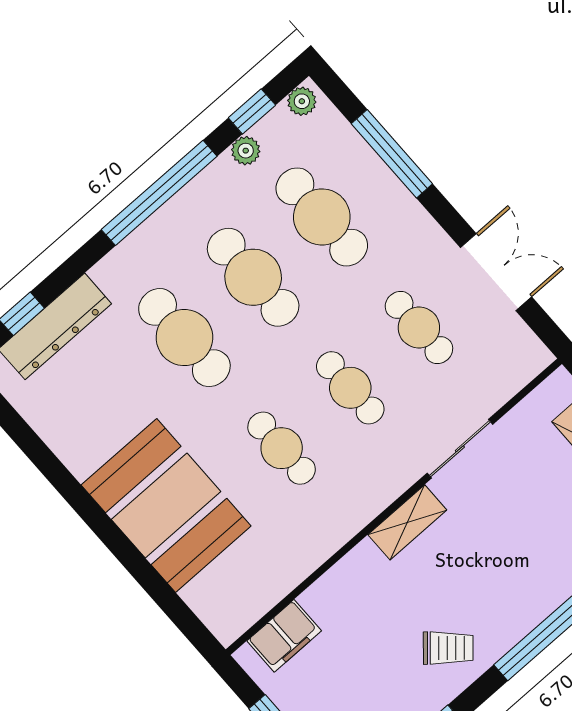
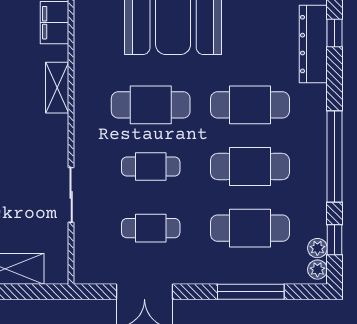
plant: (246, 151) -> (317, 248), moved
cafe table: (282, 448) -> (151, 105), width x1.37, depth x1.35
shelving: (407, 522) -> (57, 88), moved

